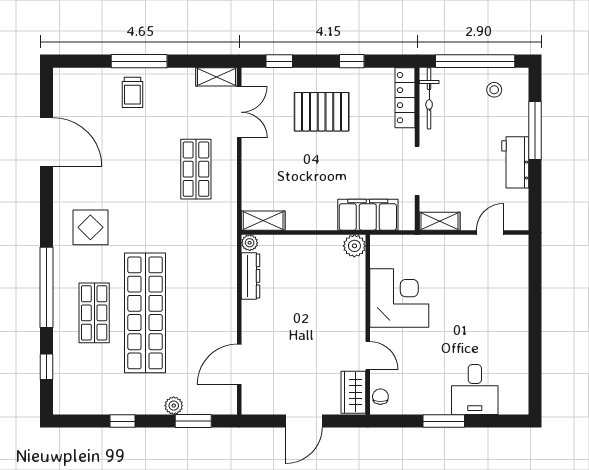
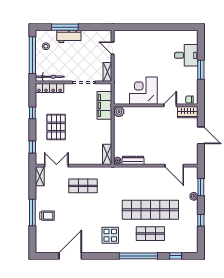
workbench: (515, 162) -> (69, 36), moved

